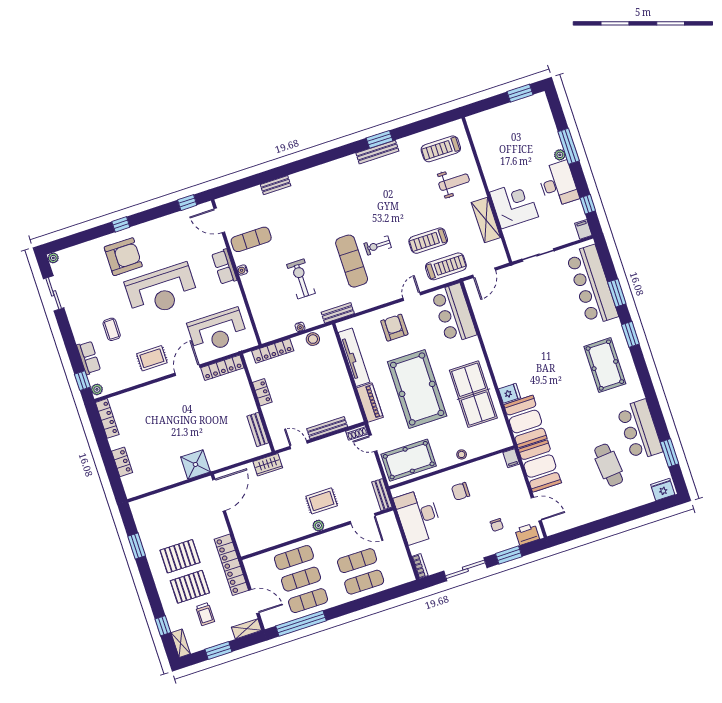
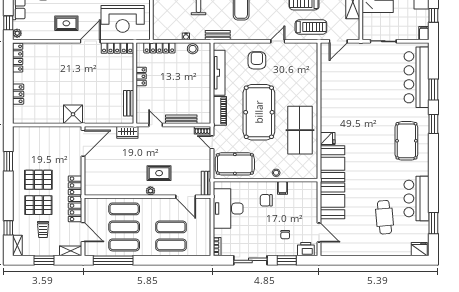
bar counter: (454, 313) -> (305, 64), removed
filing cabinet: (511, 458) -> (282, 188), moved

